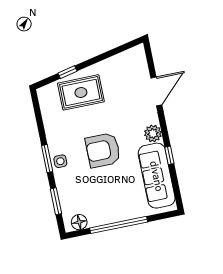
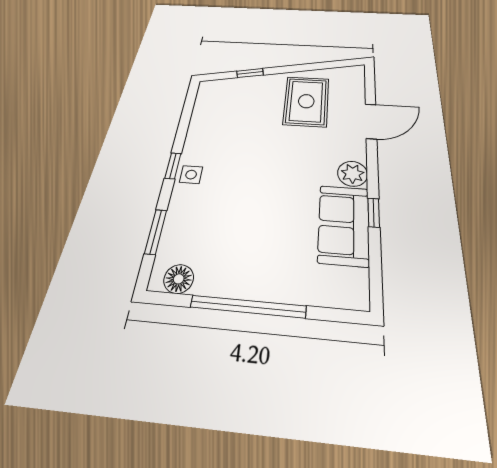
rug: (81, 92) -> (306, 101), moved, turned 90
armchair: (103, 150) -> (264, 177), removed
window: (47, 159) -> (173, 166), width x0.67
sofa: (157, 176) -> (344, 225), width x0.73

